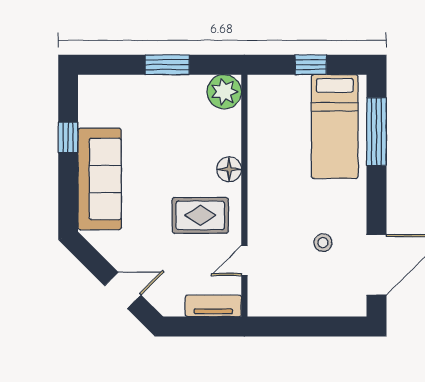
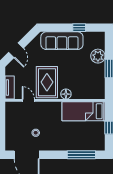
plant: (224, 92) -> (98, 56), moved
bed: (335, 127) -> (84, 111), moved
rug: (200, 215) -> (47, 82), width x1.36, depth x1.43

